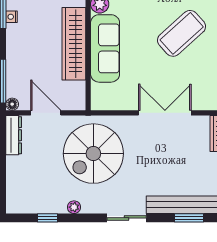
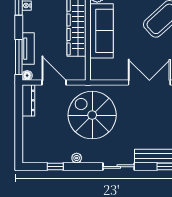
tv unit: (14, 70) -> (28, 49), added
spiral stairs: (93, 154) -> (92, 115), turned 90

